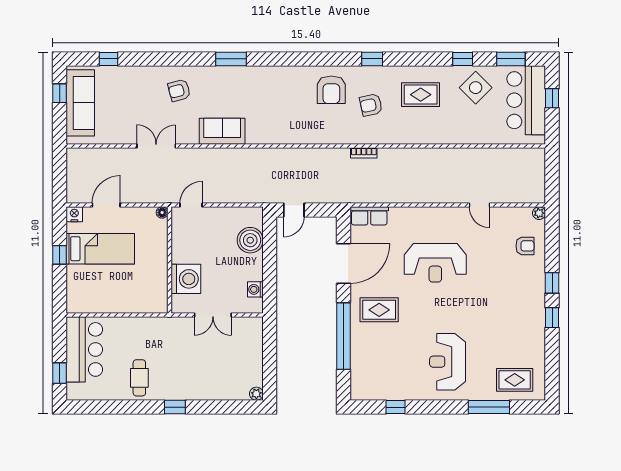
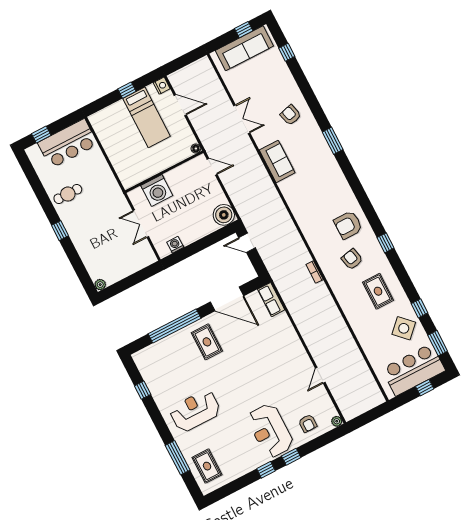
boiler: (250, 240) -> (224, 215), moved
reception desk: (435, 263) -> (270, 431), moved

